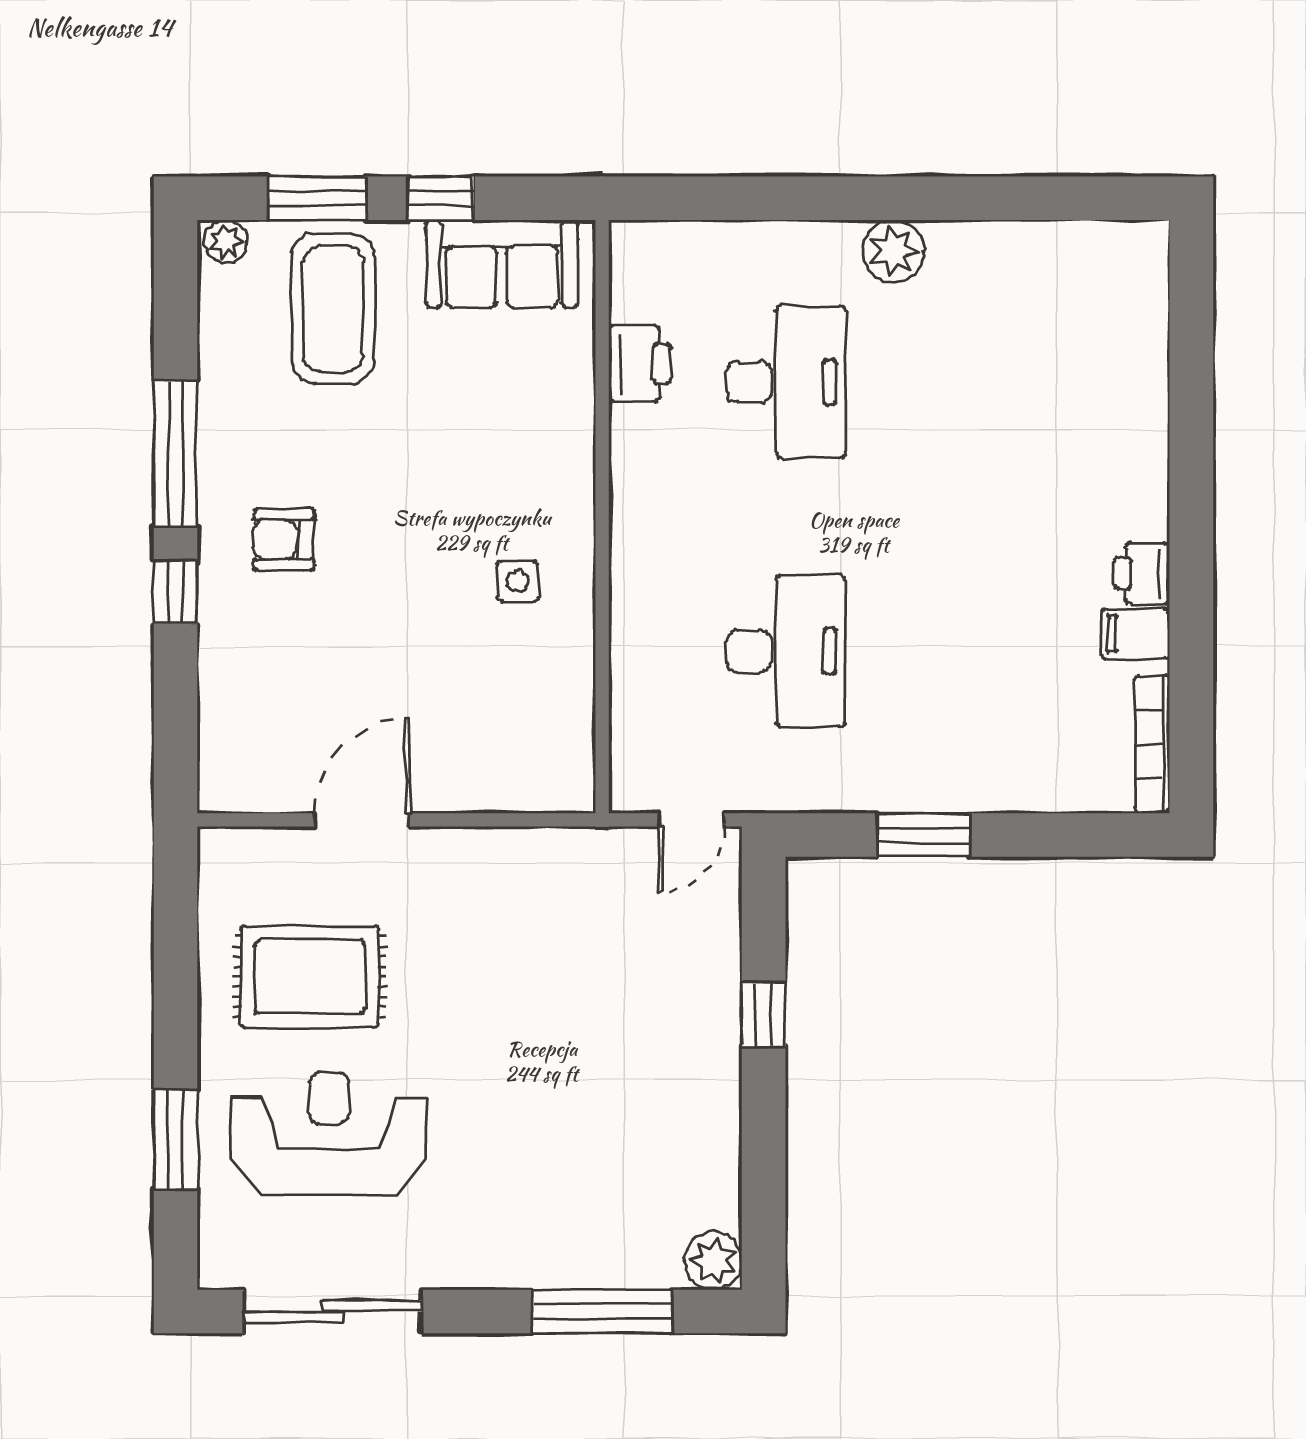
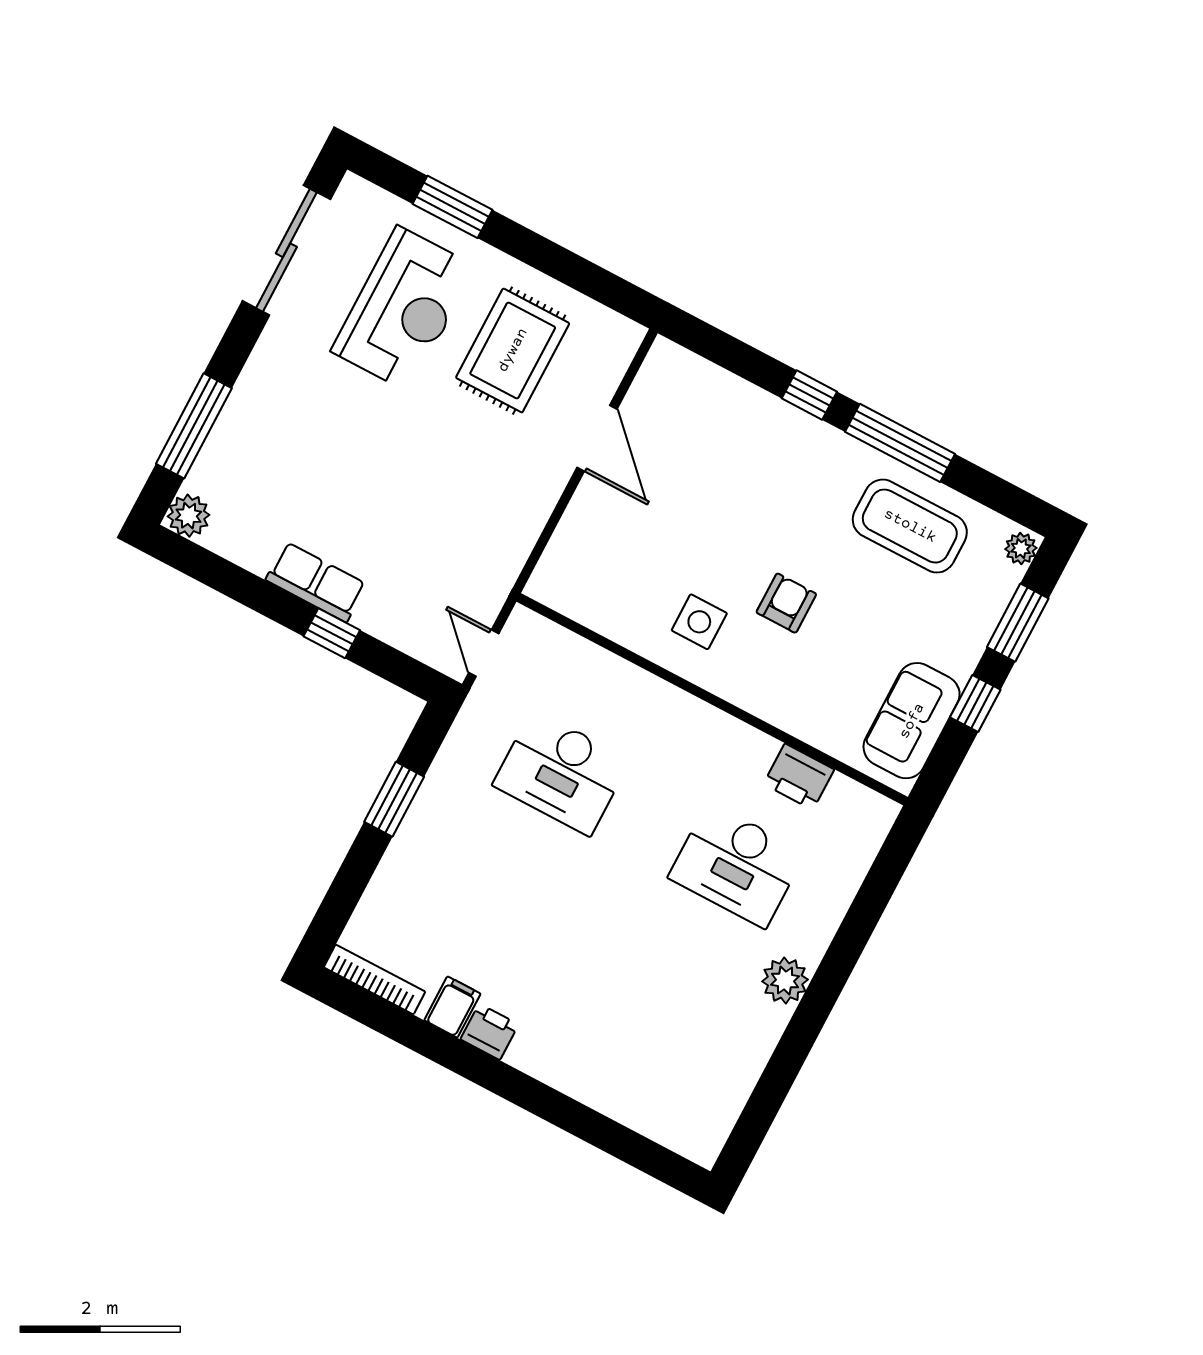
coffee table: (333, 308) -> (910, 526), moved
armchair: (284, 539) -> (786, 603), moved
side table: (517, 581) -> (699, 622), width x1.37, depth x1.37
row of seats: (712, 1066) -> (316, 582), added

